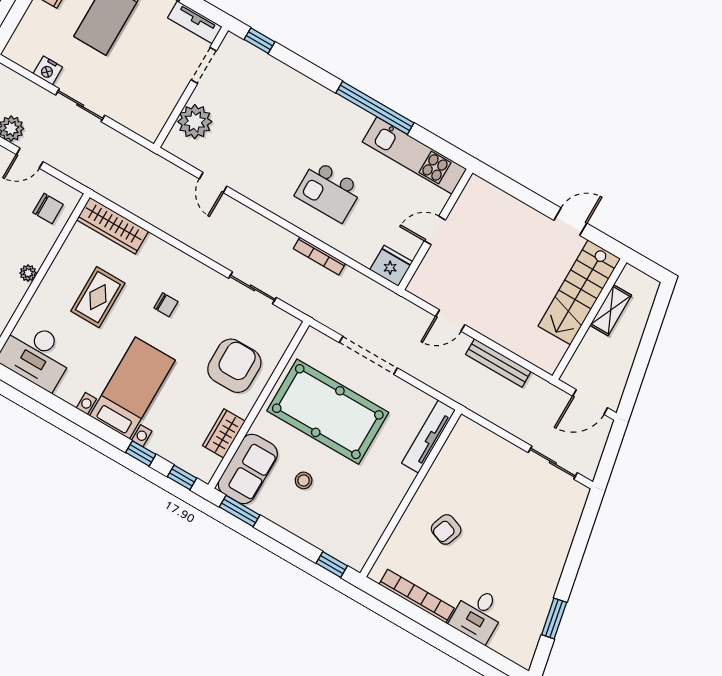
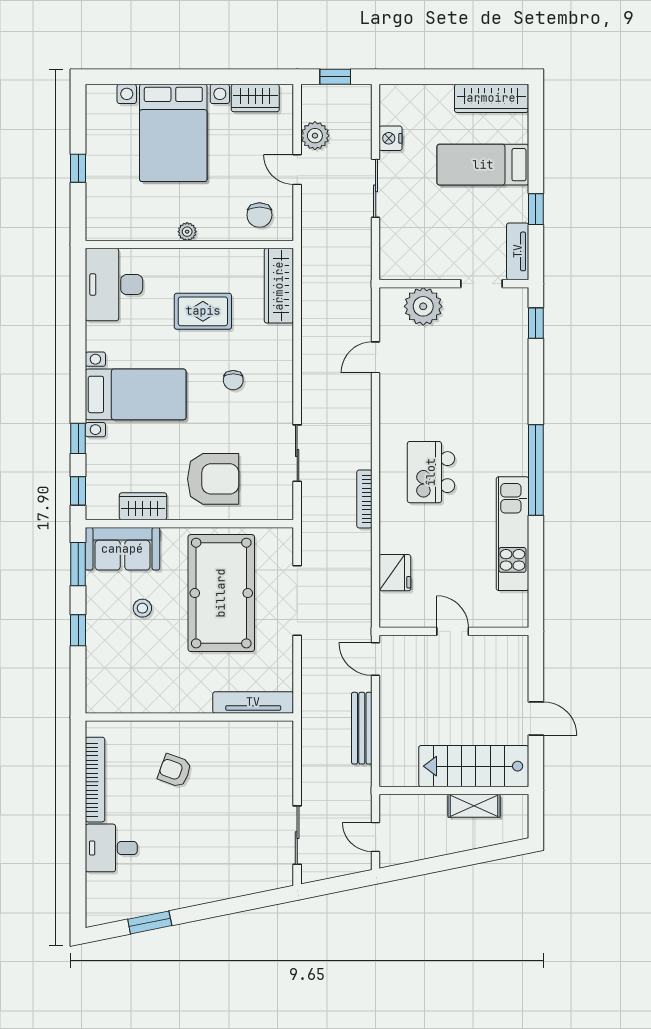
wall: (435, 229) -> (454, 631), moved
door: (435, 230) -> (453, 631), moved
door: (590, 402) -> (376, 837), width x0.73
window: (332, 565) -> (78, 630), moved

